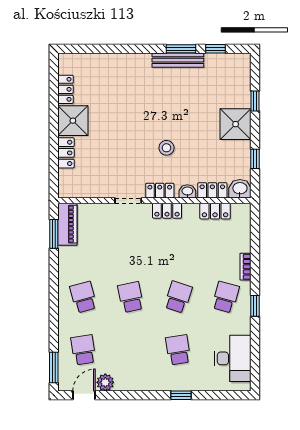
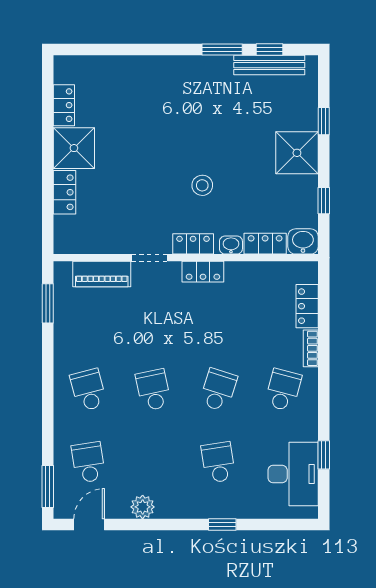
bench: (178, 60) -> (269, 65), moved
locker: (215, 211) -> (307, 306), moved, turned 90
piano: (67, 224) -> (102, 274), moved, turned 90
window: (255, 306) -> (324, 455), moved
plant: (105, 382) -> (143, 507), moved

